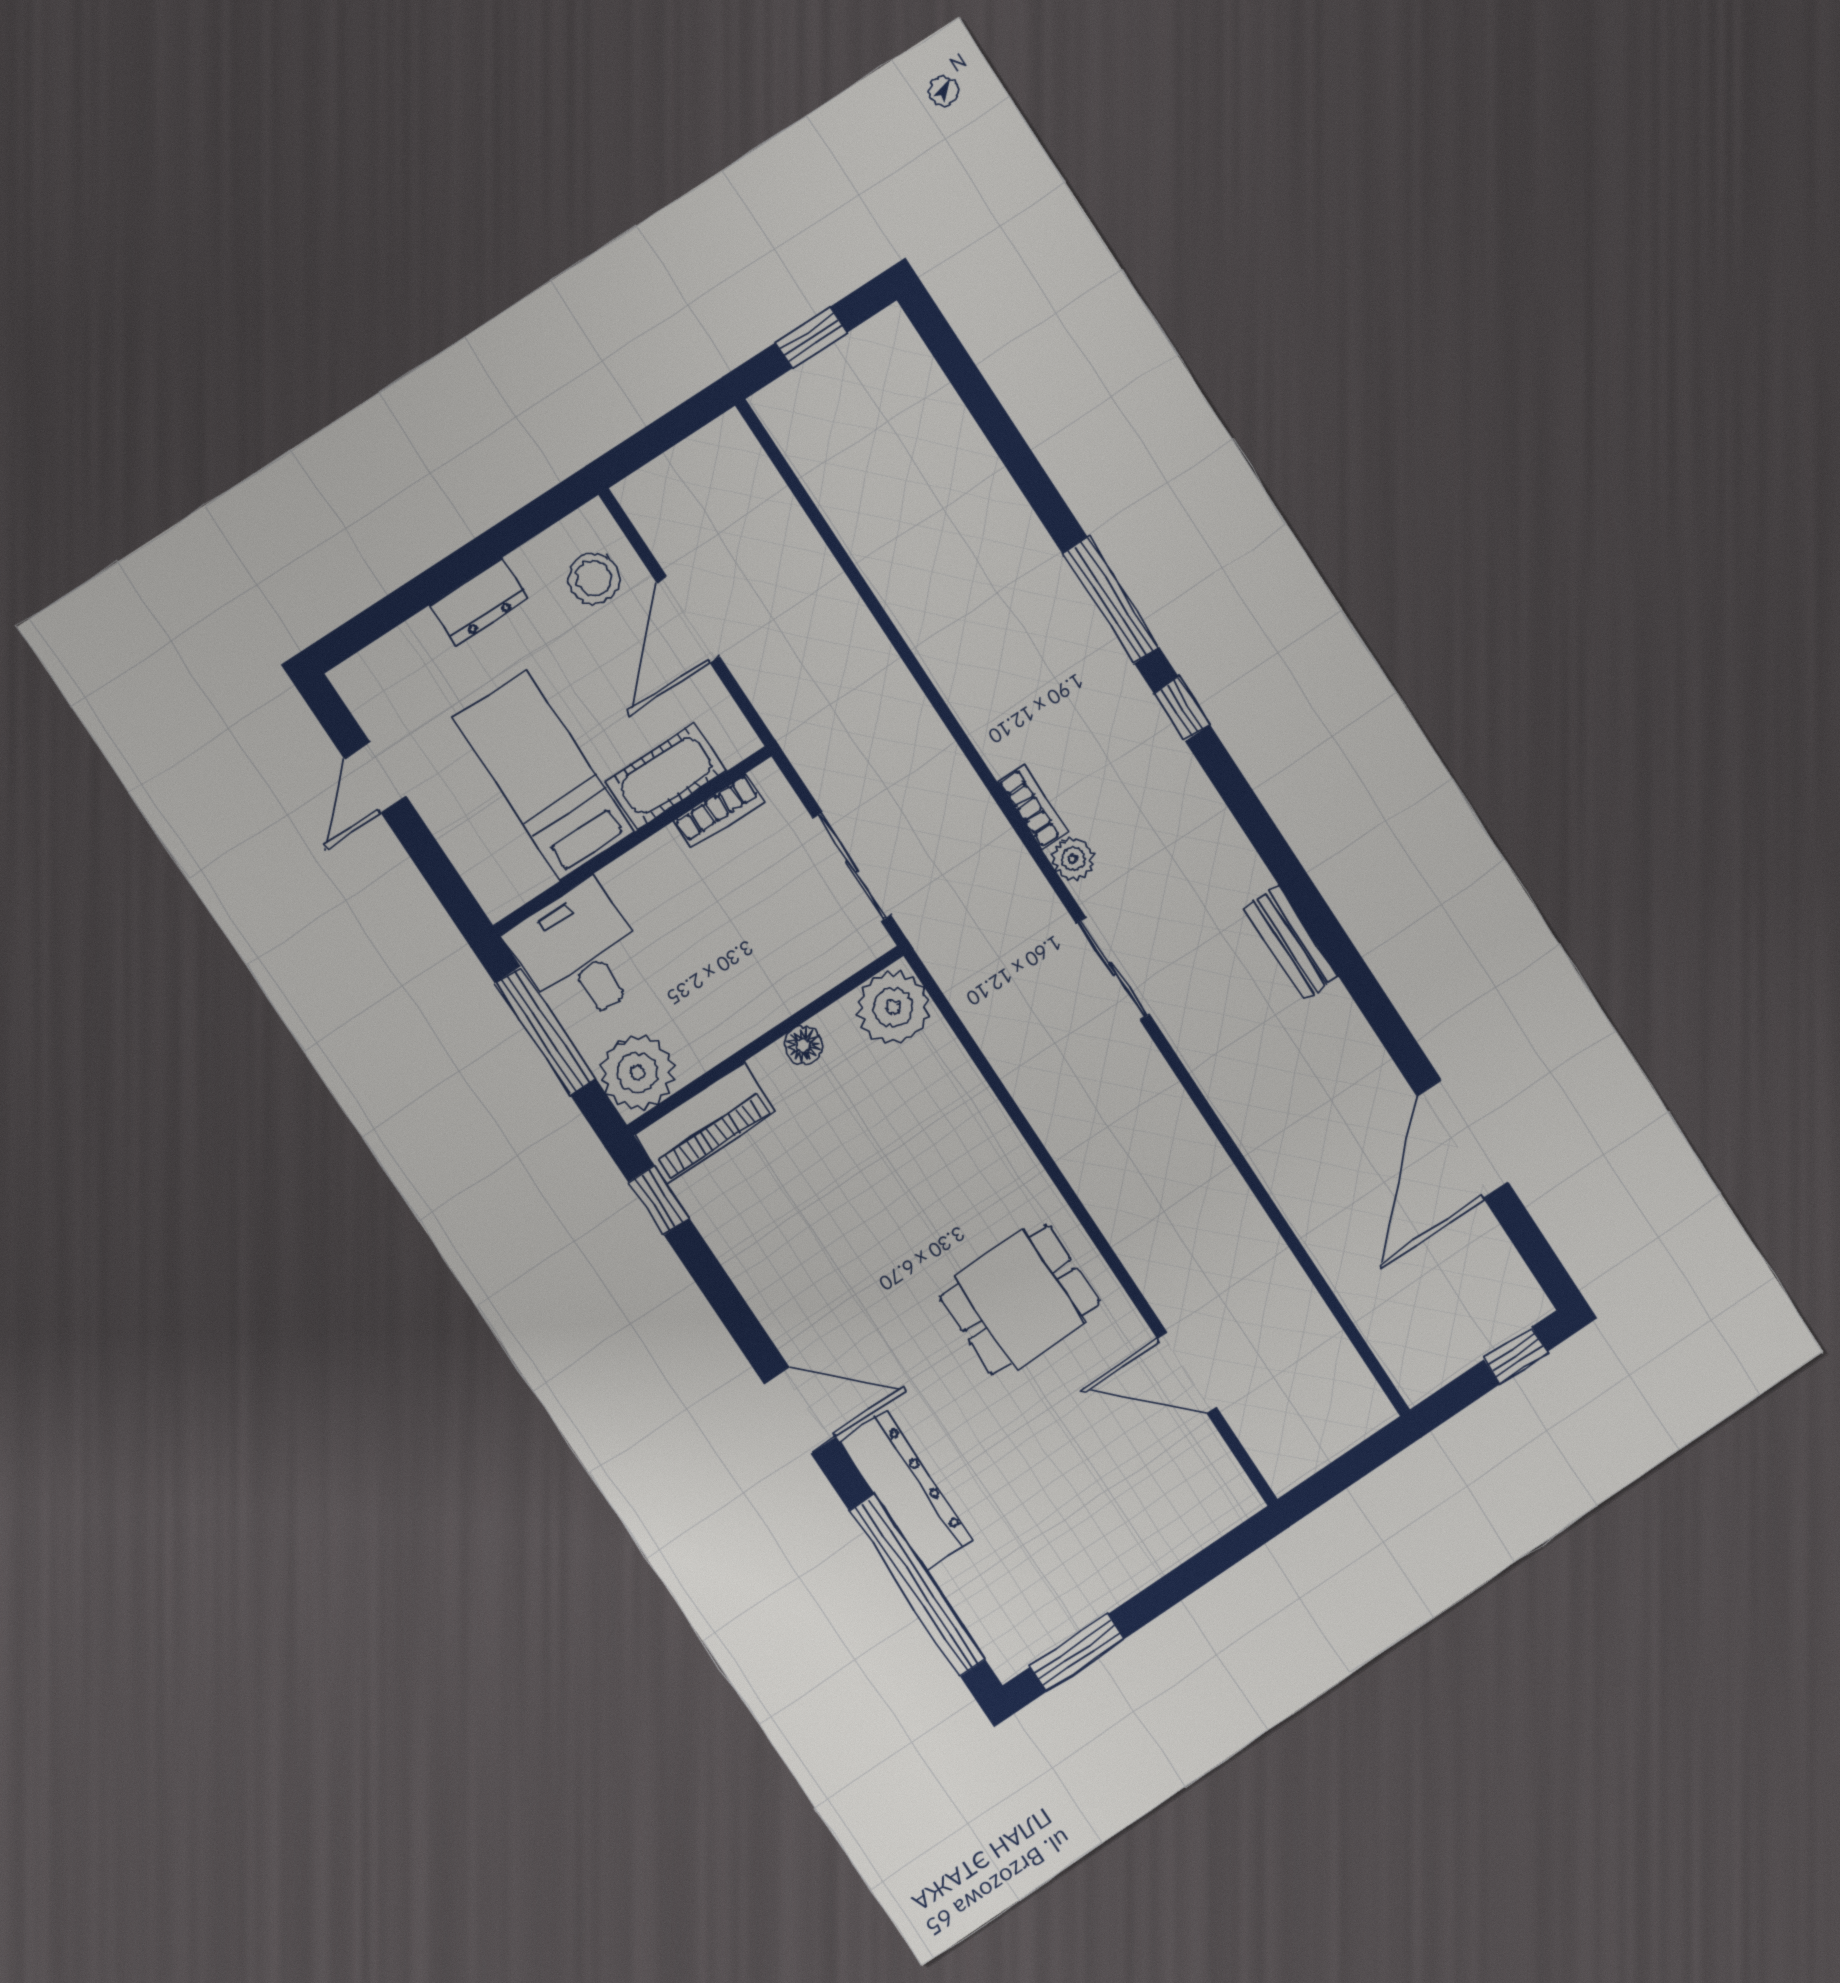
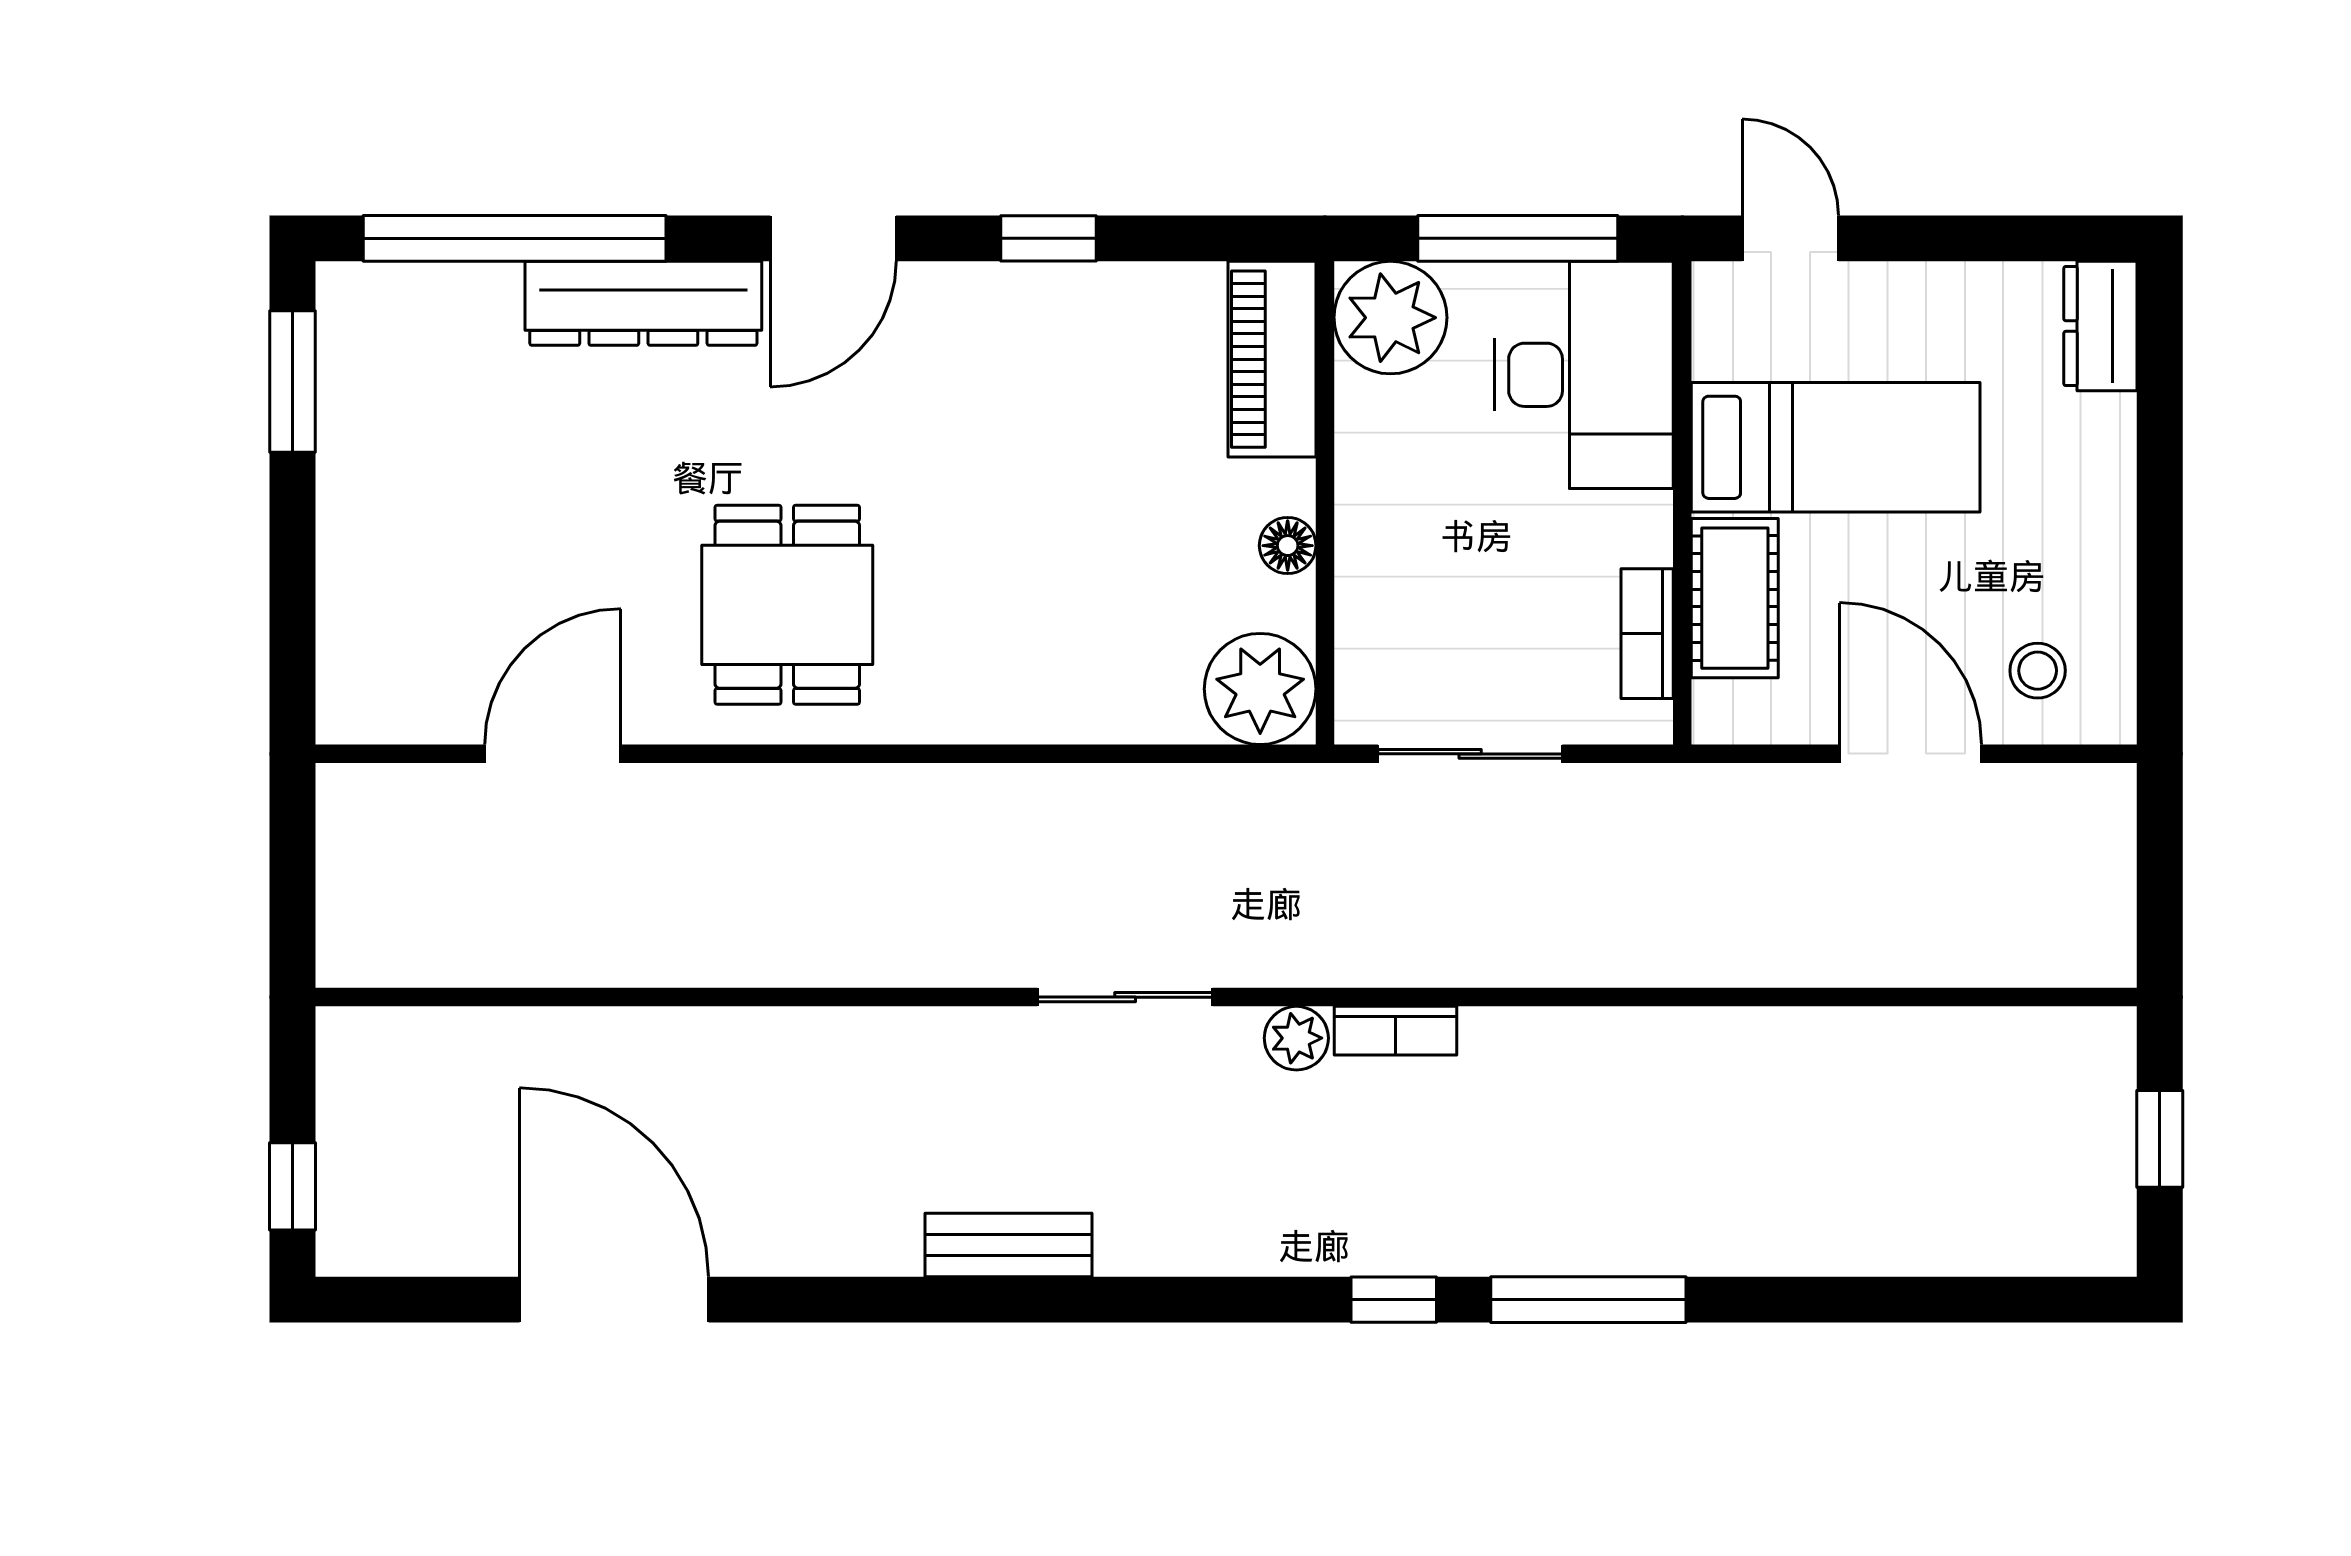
stool: (594, 578) -> (2038, 671), width x0.73, depth x0.73
dresser: (479, 602) -> (2100, 326), moved
door: (375, 778) -> (1790, 238), moved
desk: (580, 955) -> (1584, 375), width x1.37
window: (659, 1200) -> (1049, 238), moved

